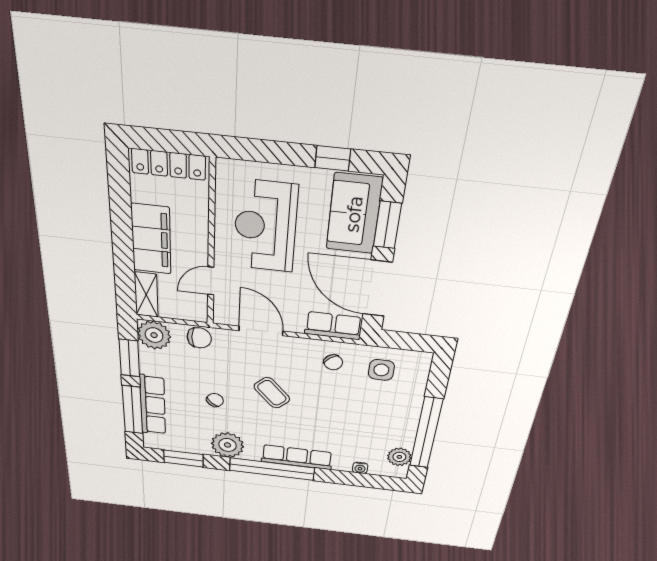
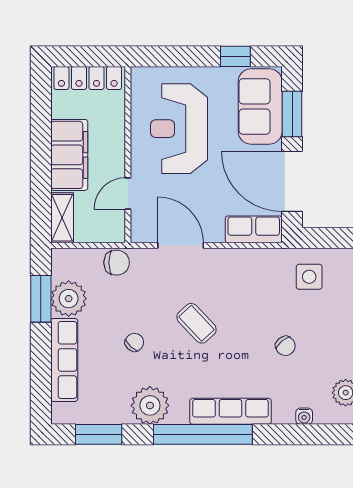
plant: (154, 335) -> (69, 299), moved
chair: (333, 362) -> (285, 346), moved
window: (132, 410) -> (41, 370), removed

